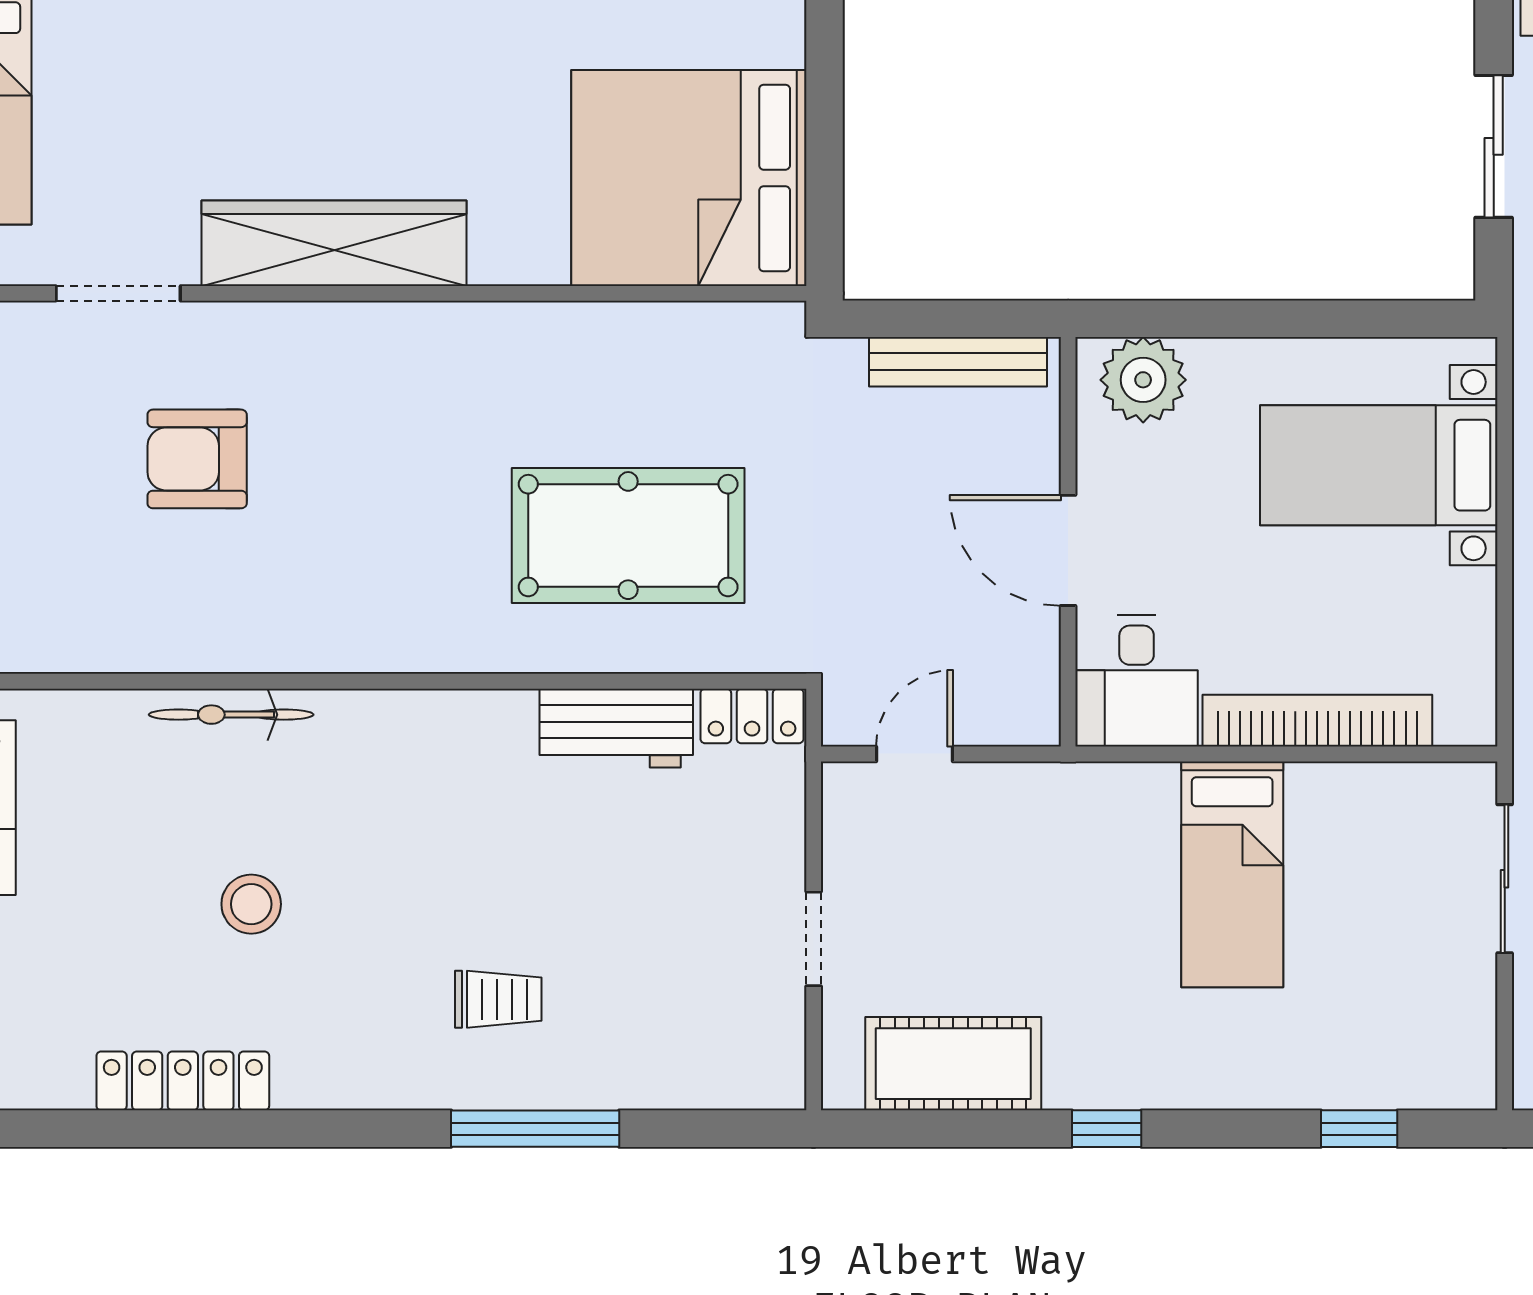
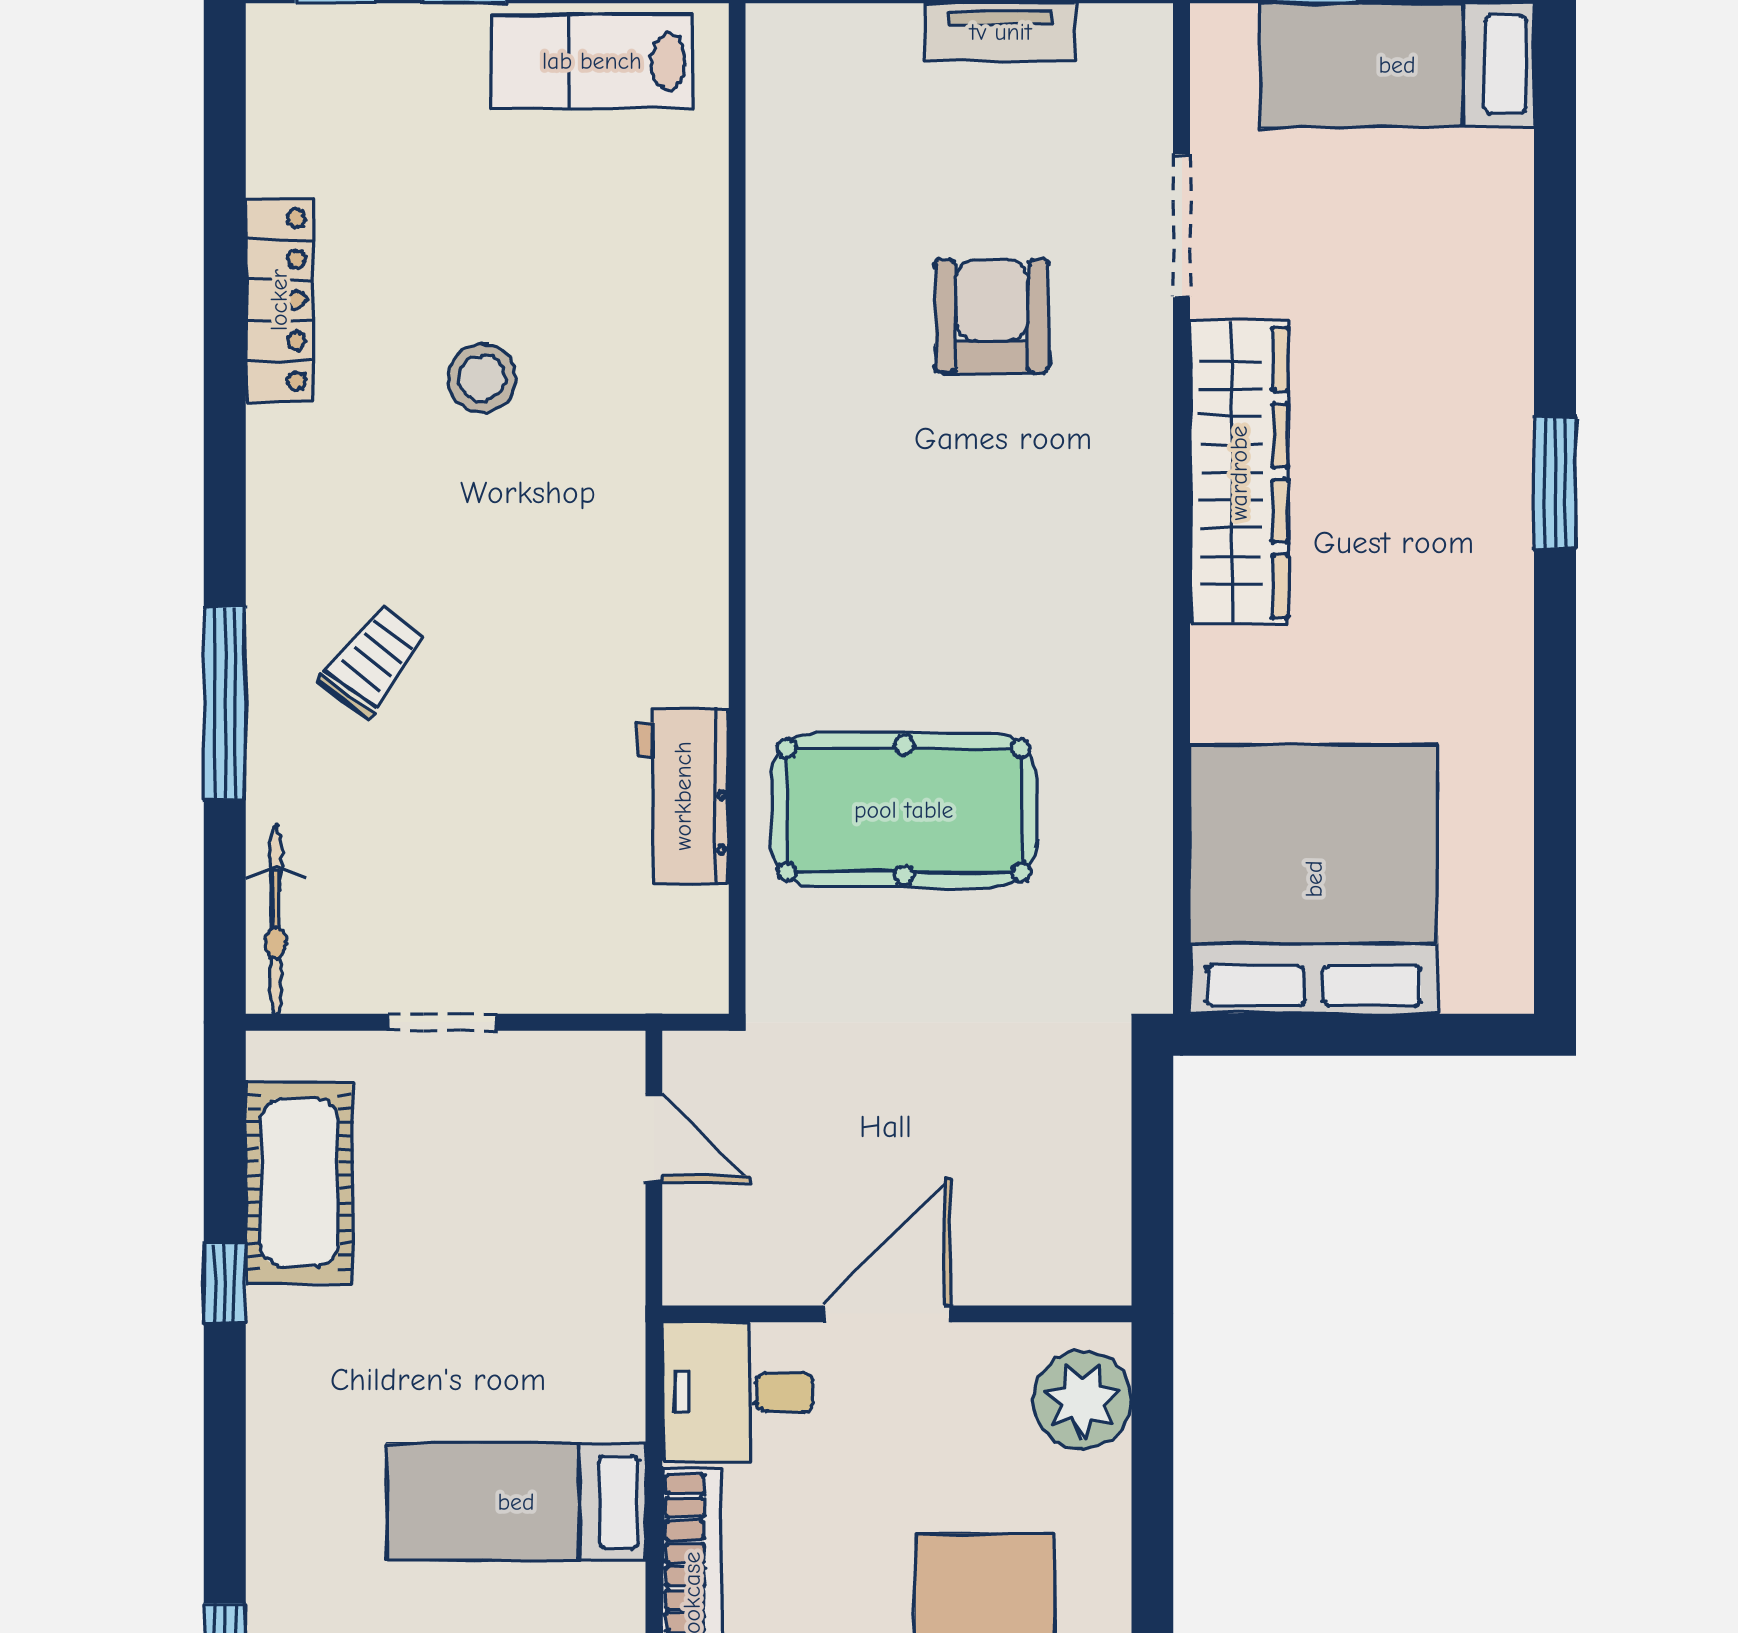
bench: (958, 362) -> (1103, 1188), removed
pool table: (628, 536) -> (904, 810), turned 90
bicycle: (231, 715) -> (275, 920), moved, turned 180
locker: (752, 716) -> (697, 952), removed
trolley: (498, 999) -> (373, 661), turned -143
window: (1107, 1129) -> (225, 1283), moved

